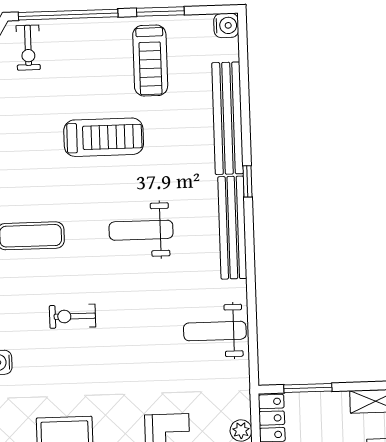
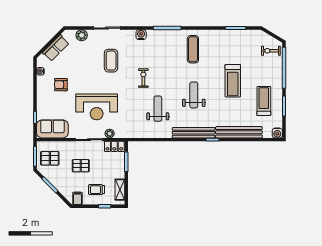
treadmill: (150, 60) -> (264, 101), turned 90
exercise bike: (72, 316) -> (143, 78), moved
weight bench: (215, 331) -> (158, 109), moved

